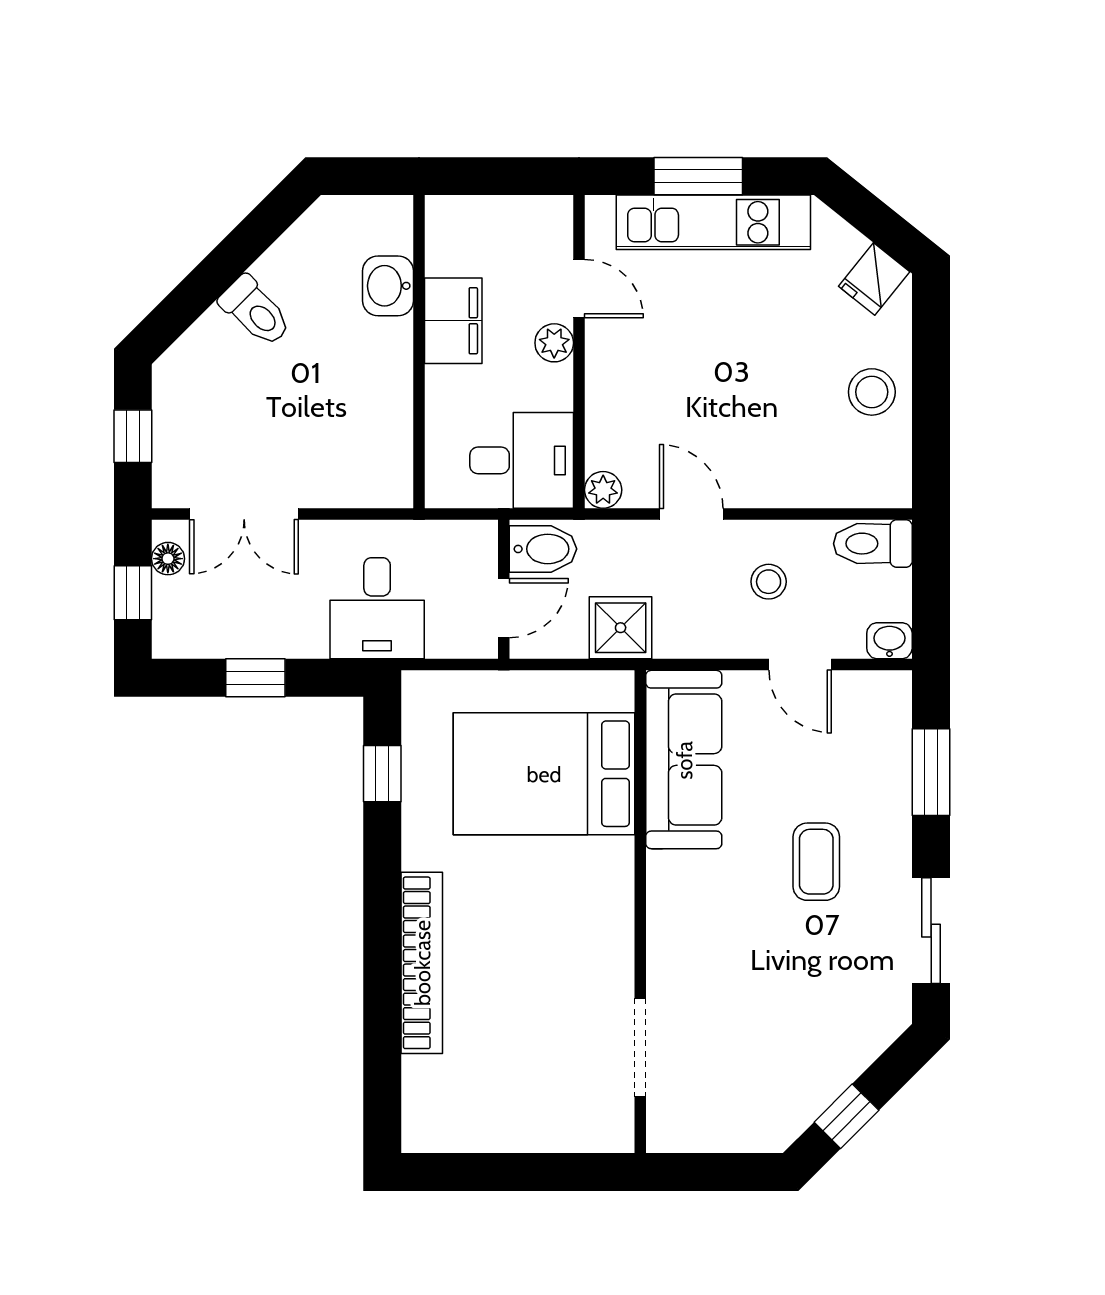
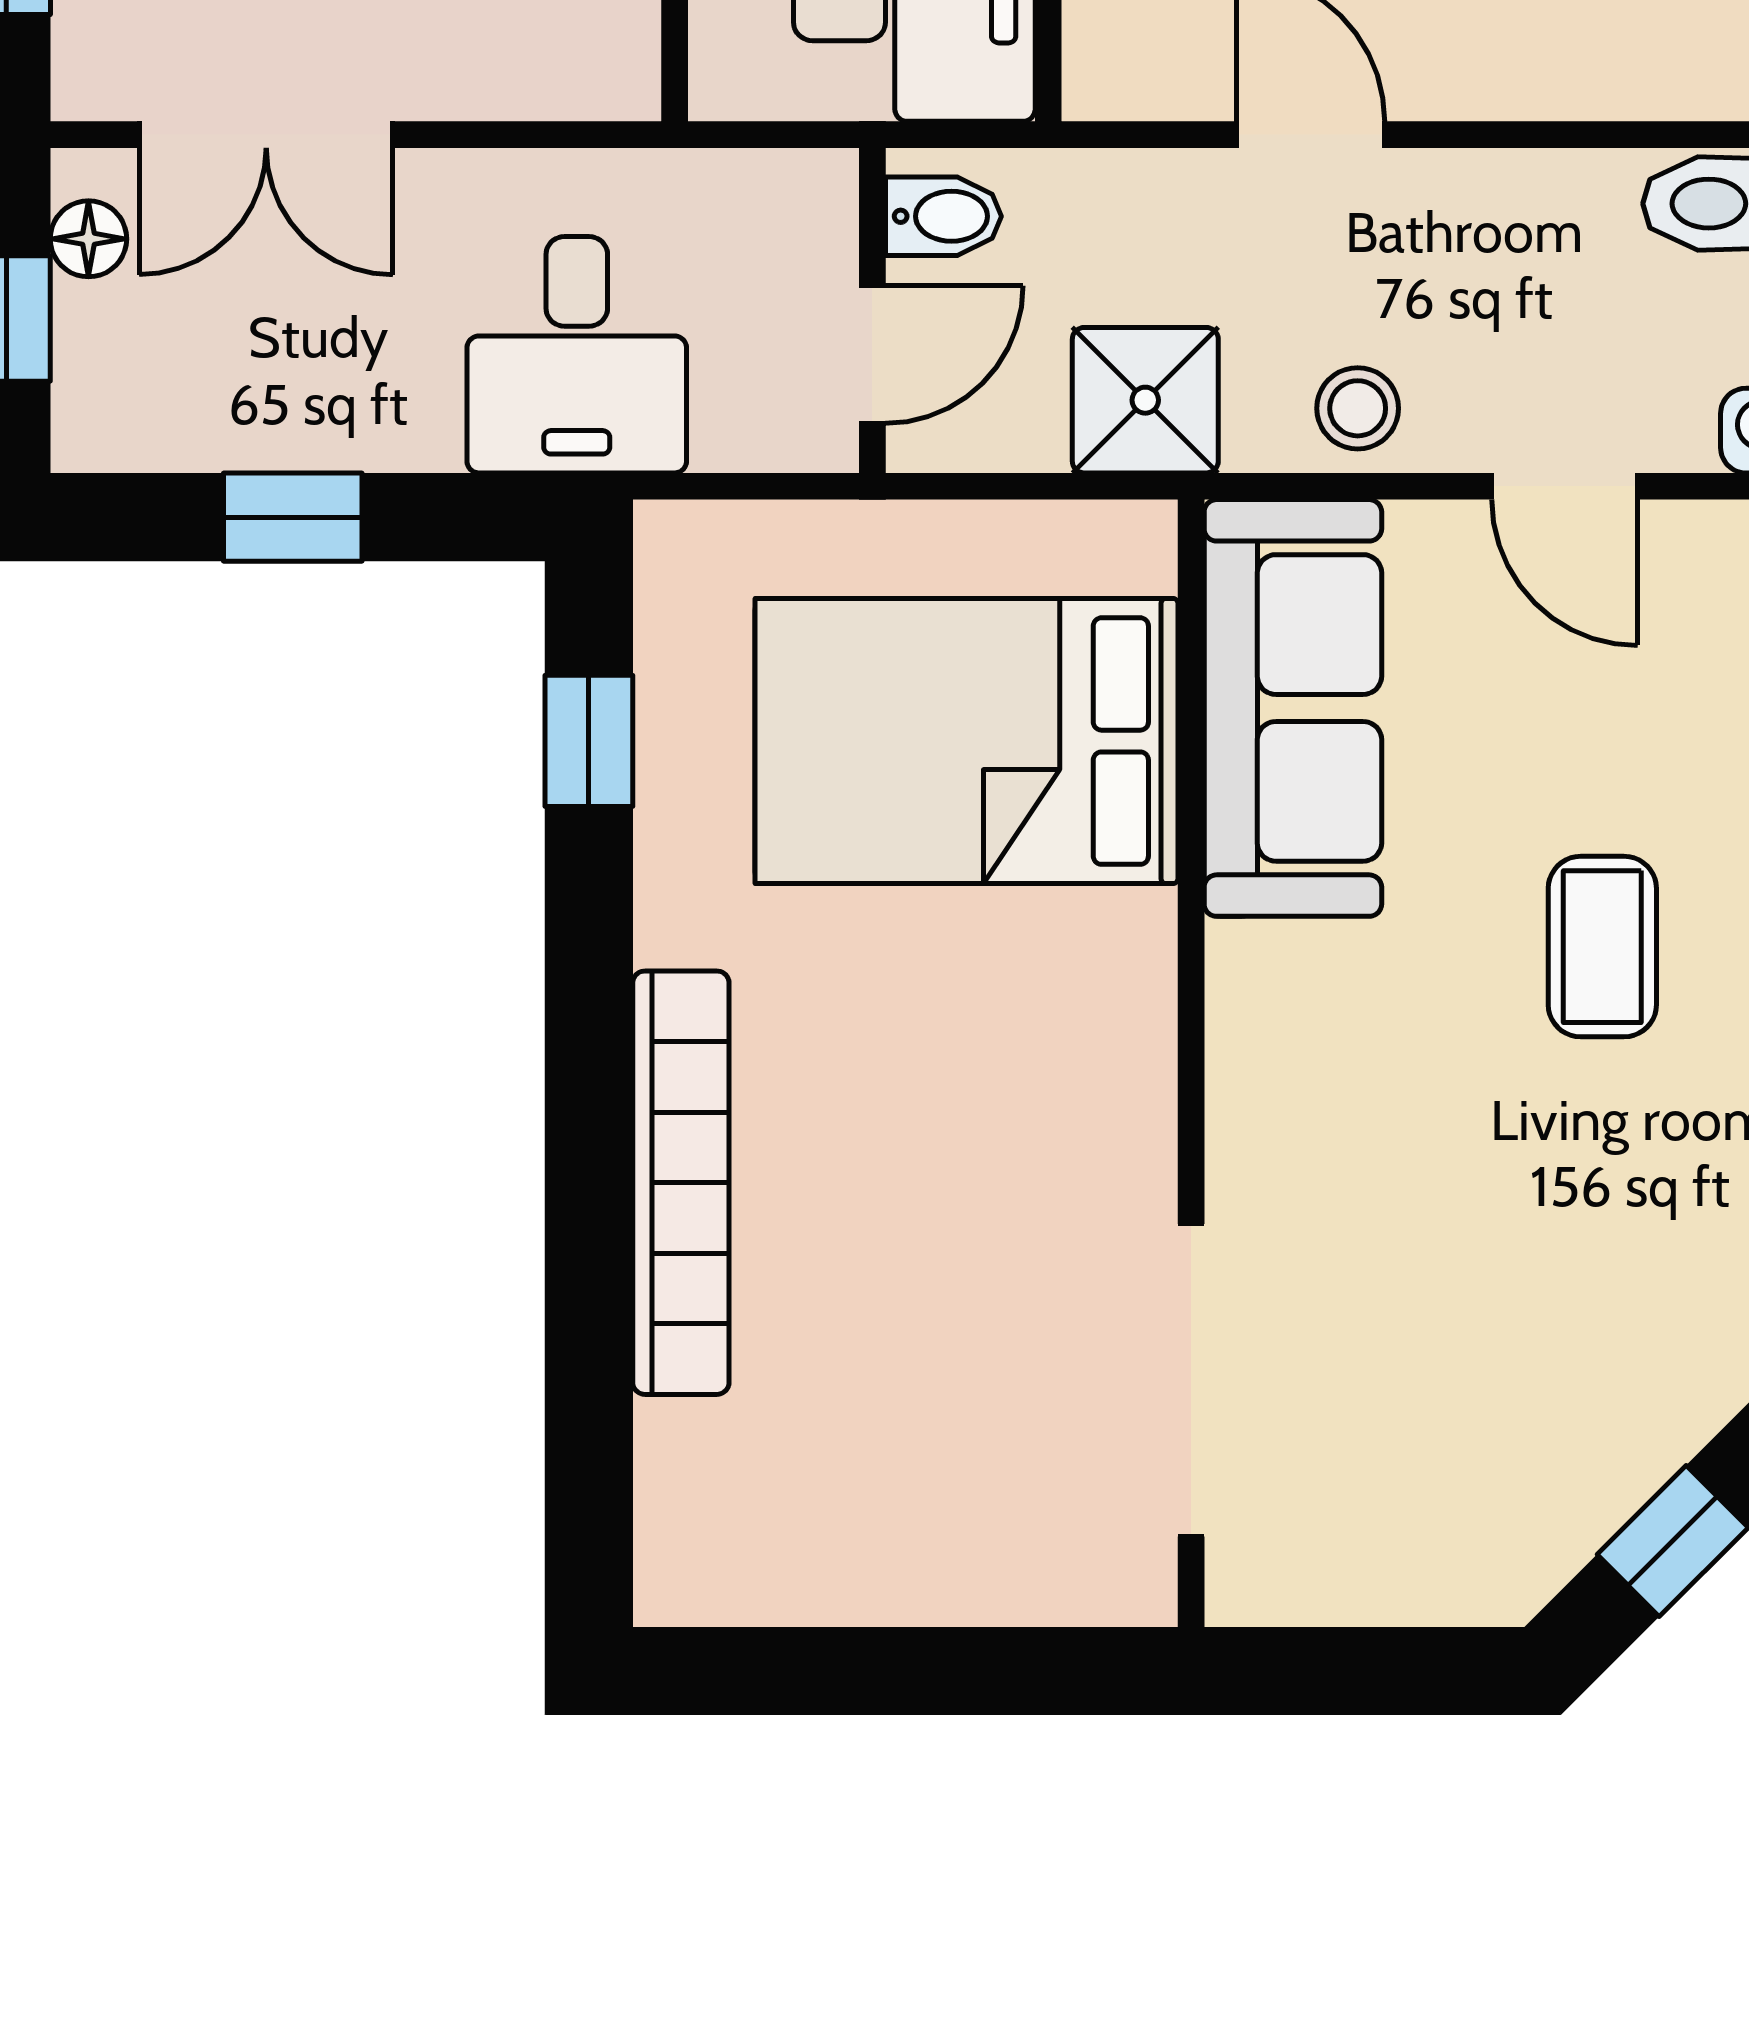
plant: (603, 490) -> (1104, 78), removed
bidet: (543, 549) -> (943, 216), width x0.72, depth x0.74
stool: (769, 582) -> (1358, 408), moved
doorway: (640, 1047) -> (1191, 1380), width x1.36

